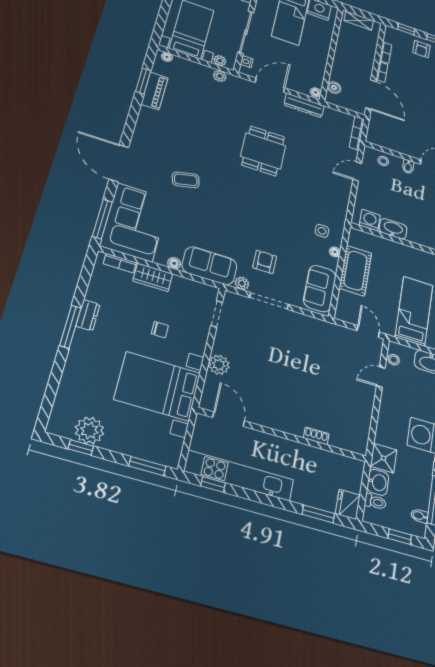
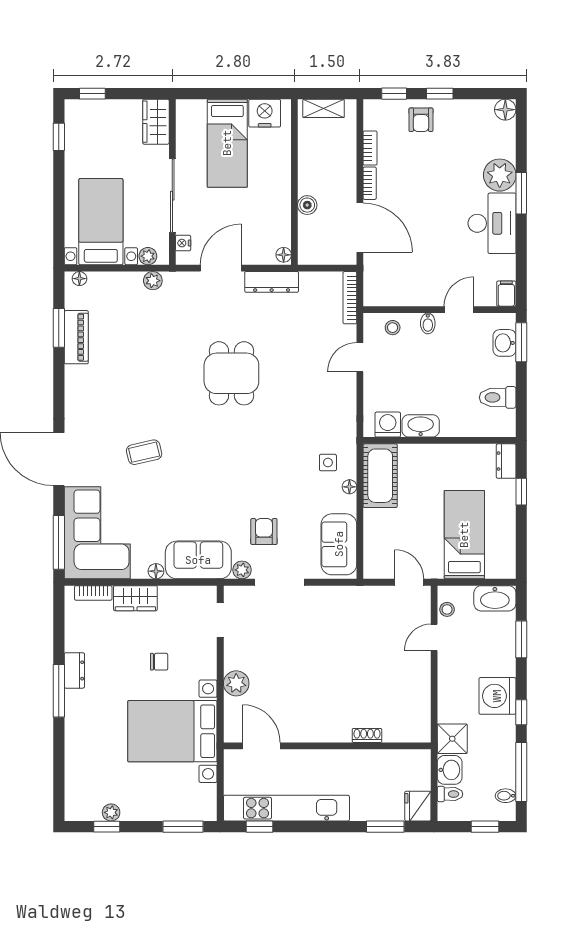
boiler: (334, 88) -> (307, 205), moved
cot: (355, 271) -> (380, 476), moved
plant: (89, 430) -> (111, 812), width x0.53, depth x0.53

